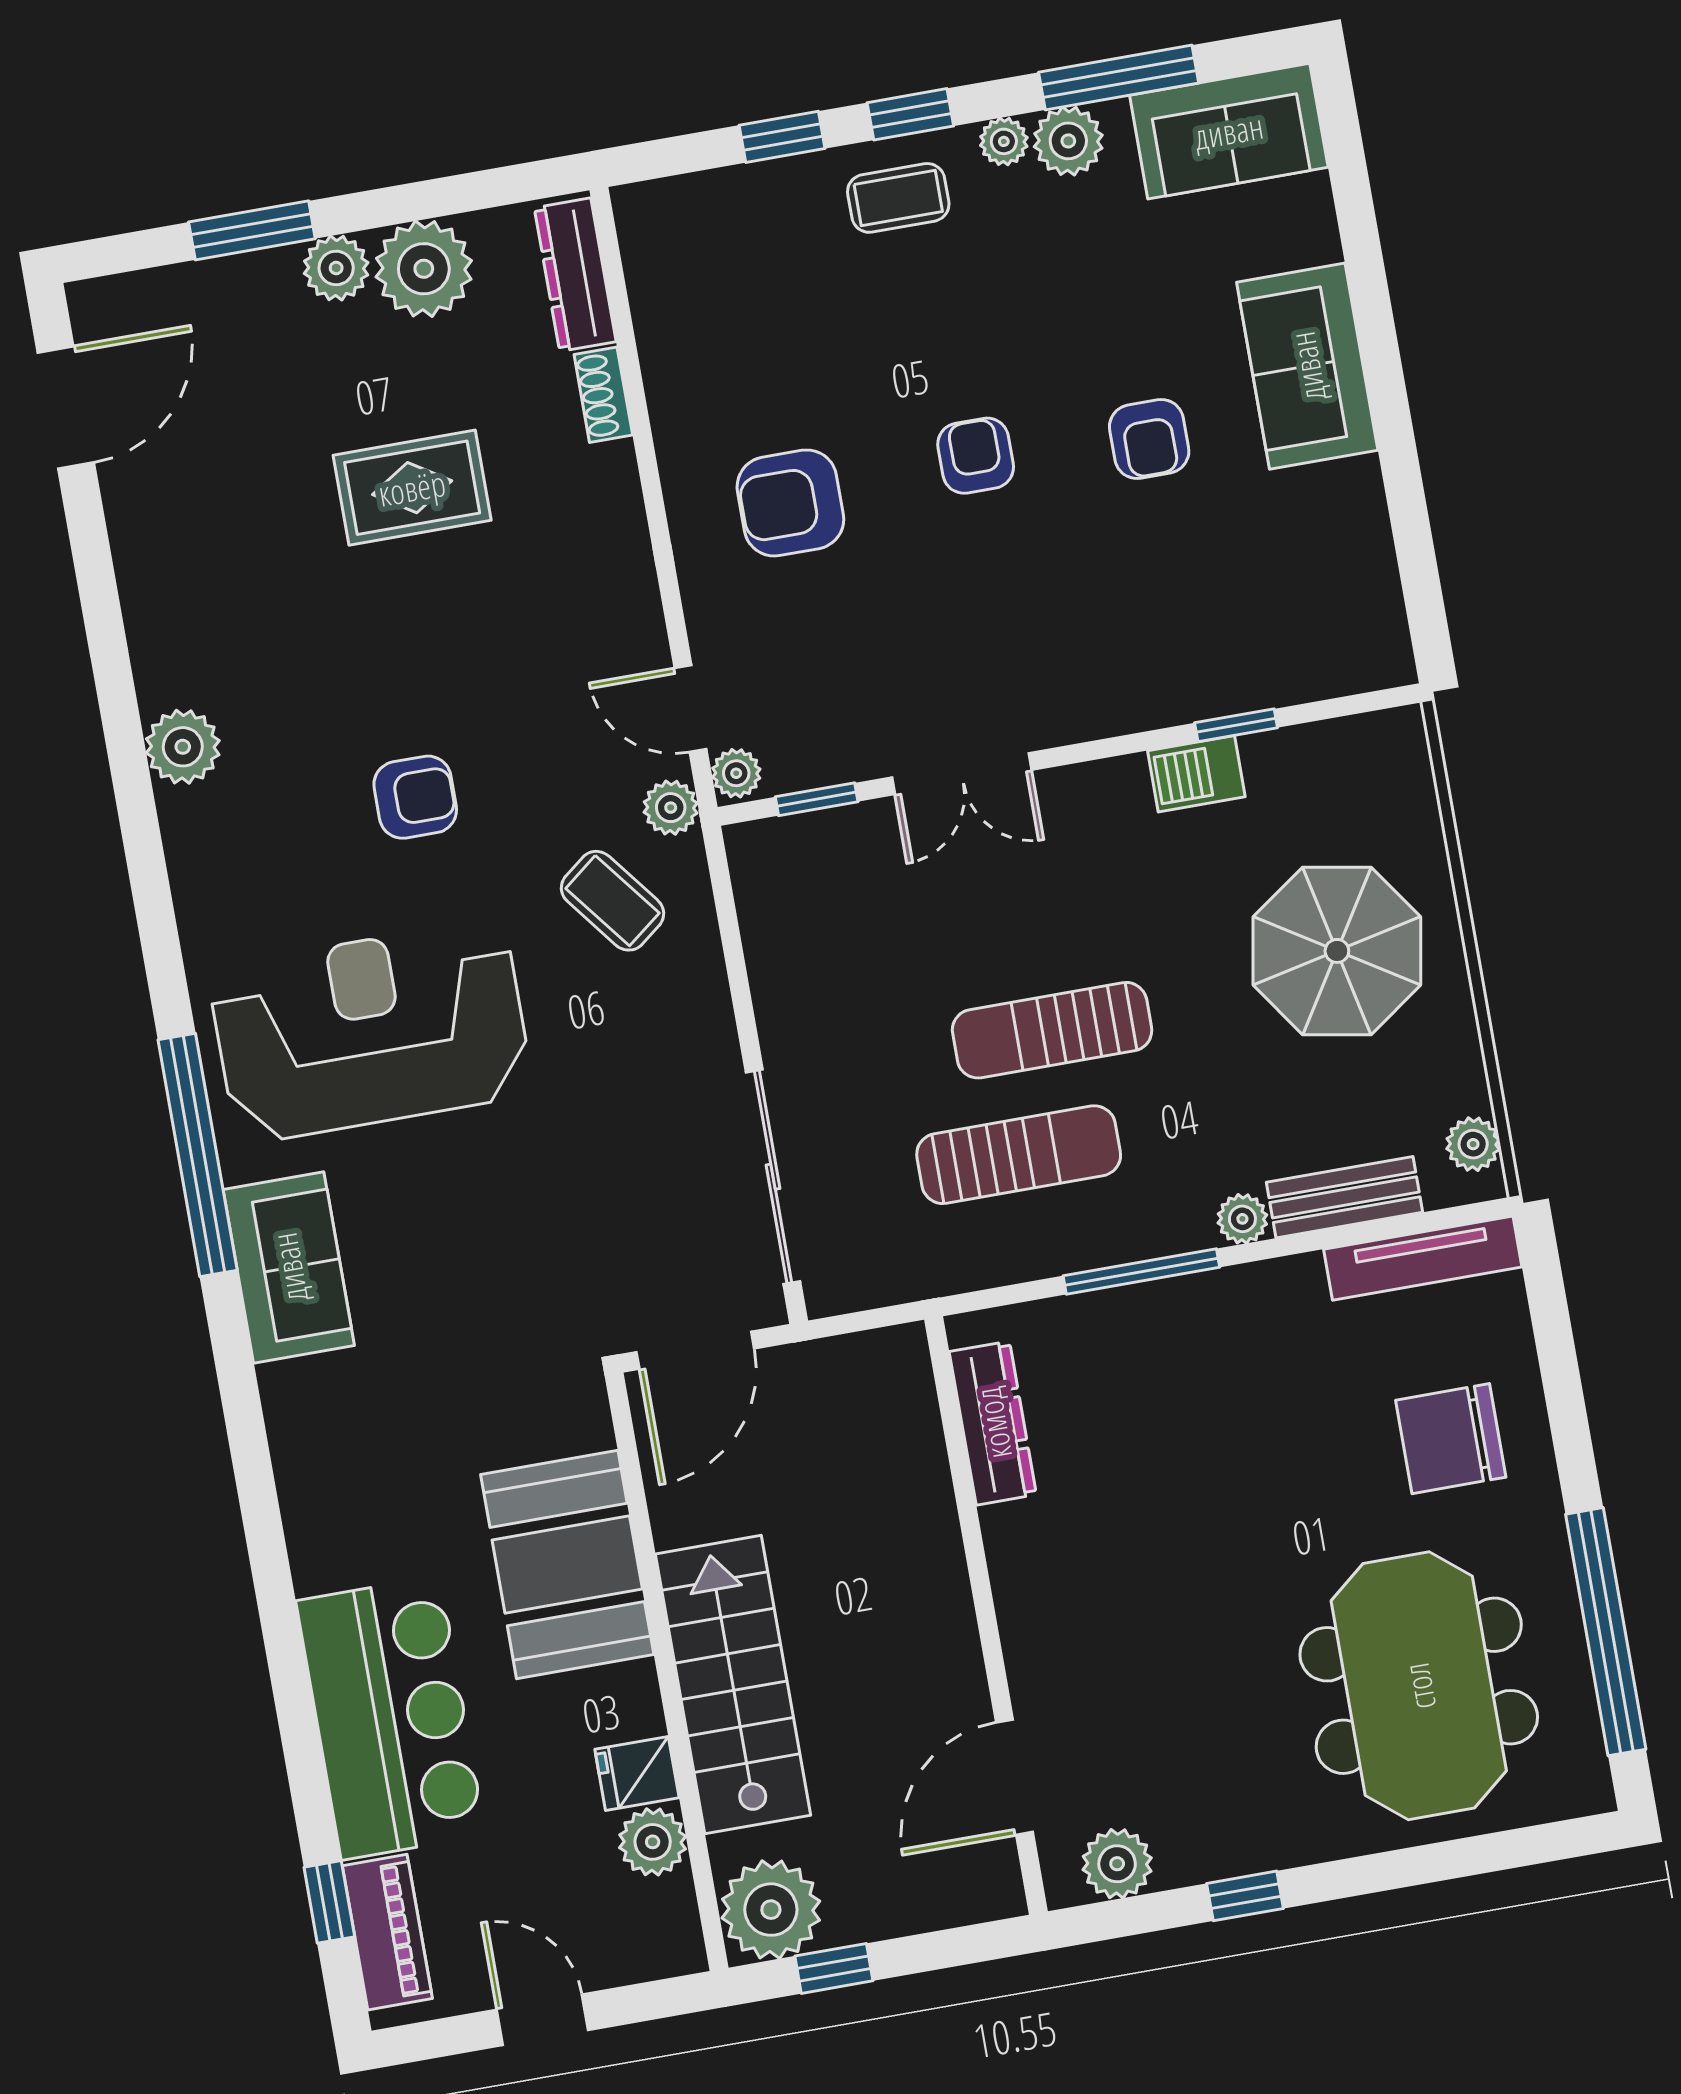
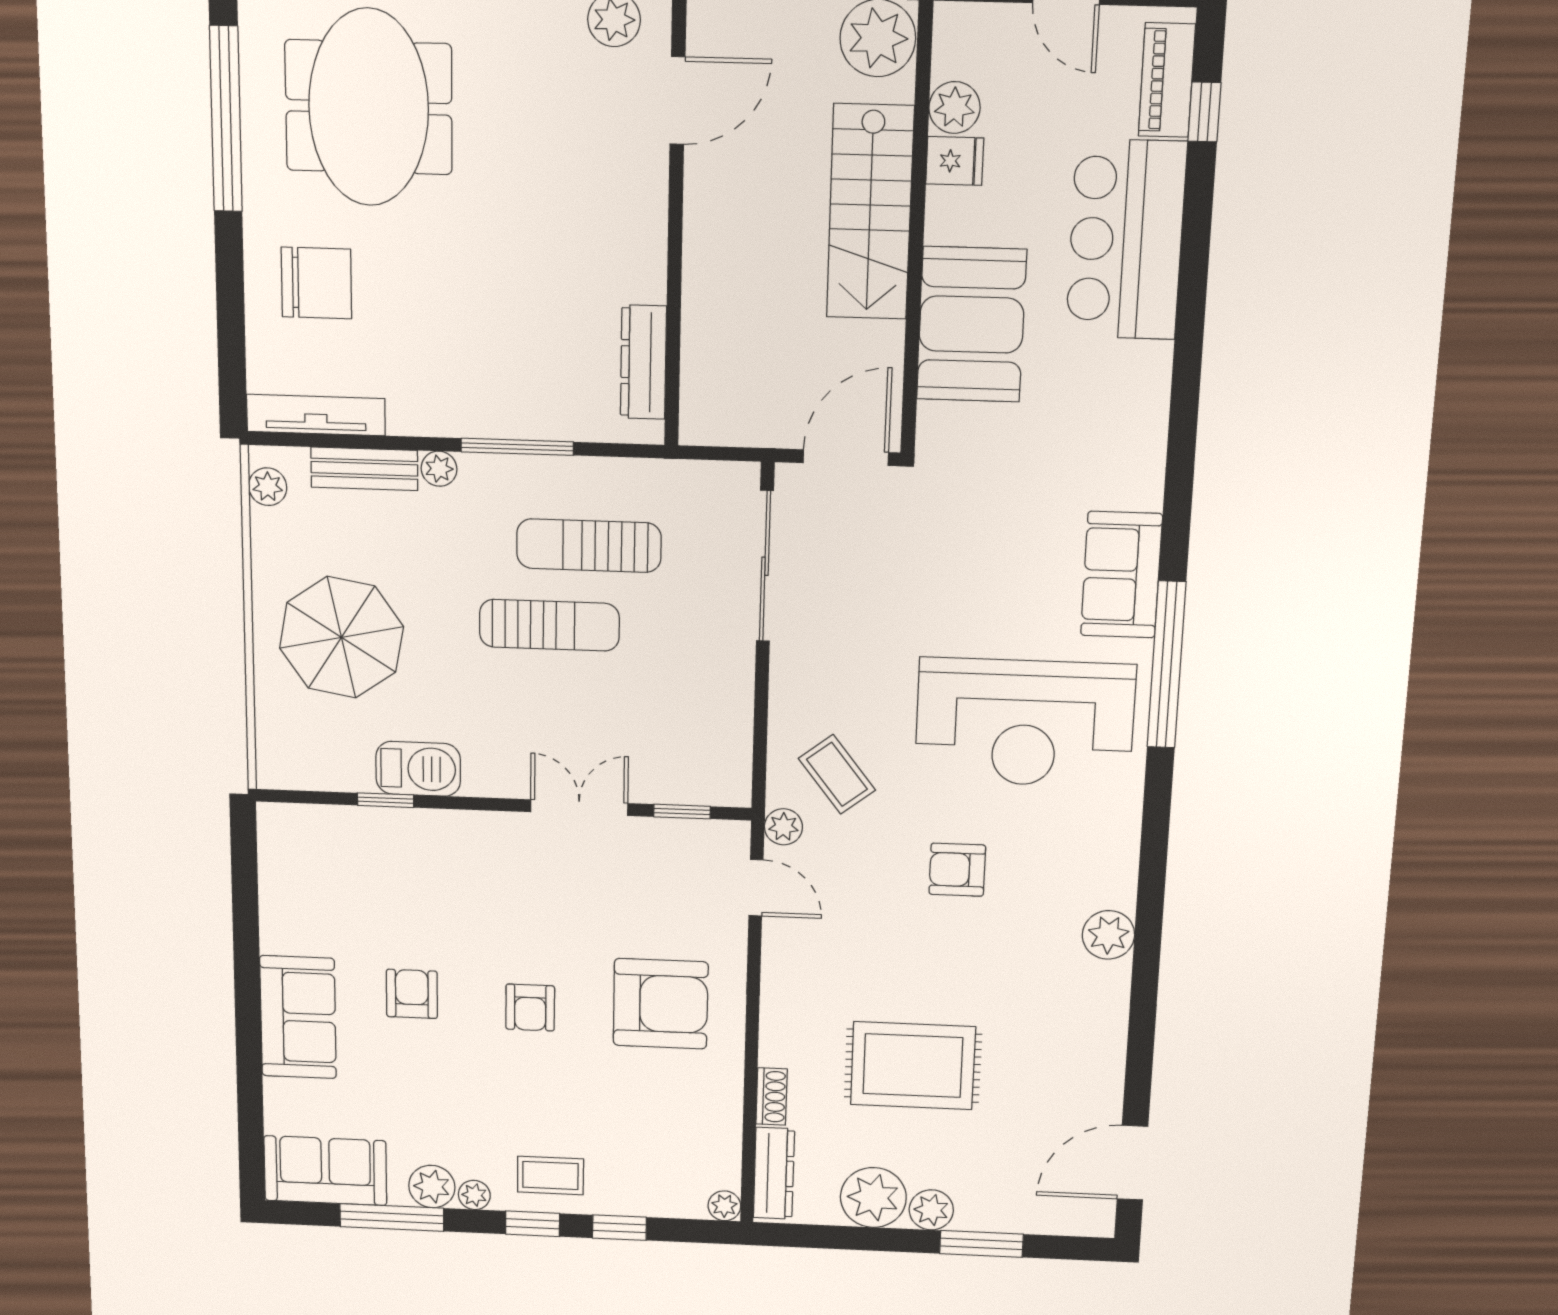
rug: (412, 488) -> (913, 1066), width x1.36, depth x1.43
armchair: (790, 503) -> (661, 1004), width x1.36, depth x1.36
plant: (736, 773) -> (724, 1206), moved
barbecue: (1196, 774) -> (418, 769), width x1.38, depth x1.27

